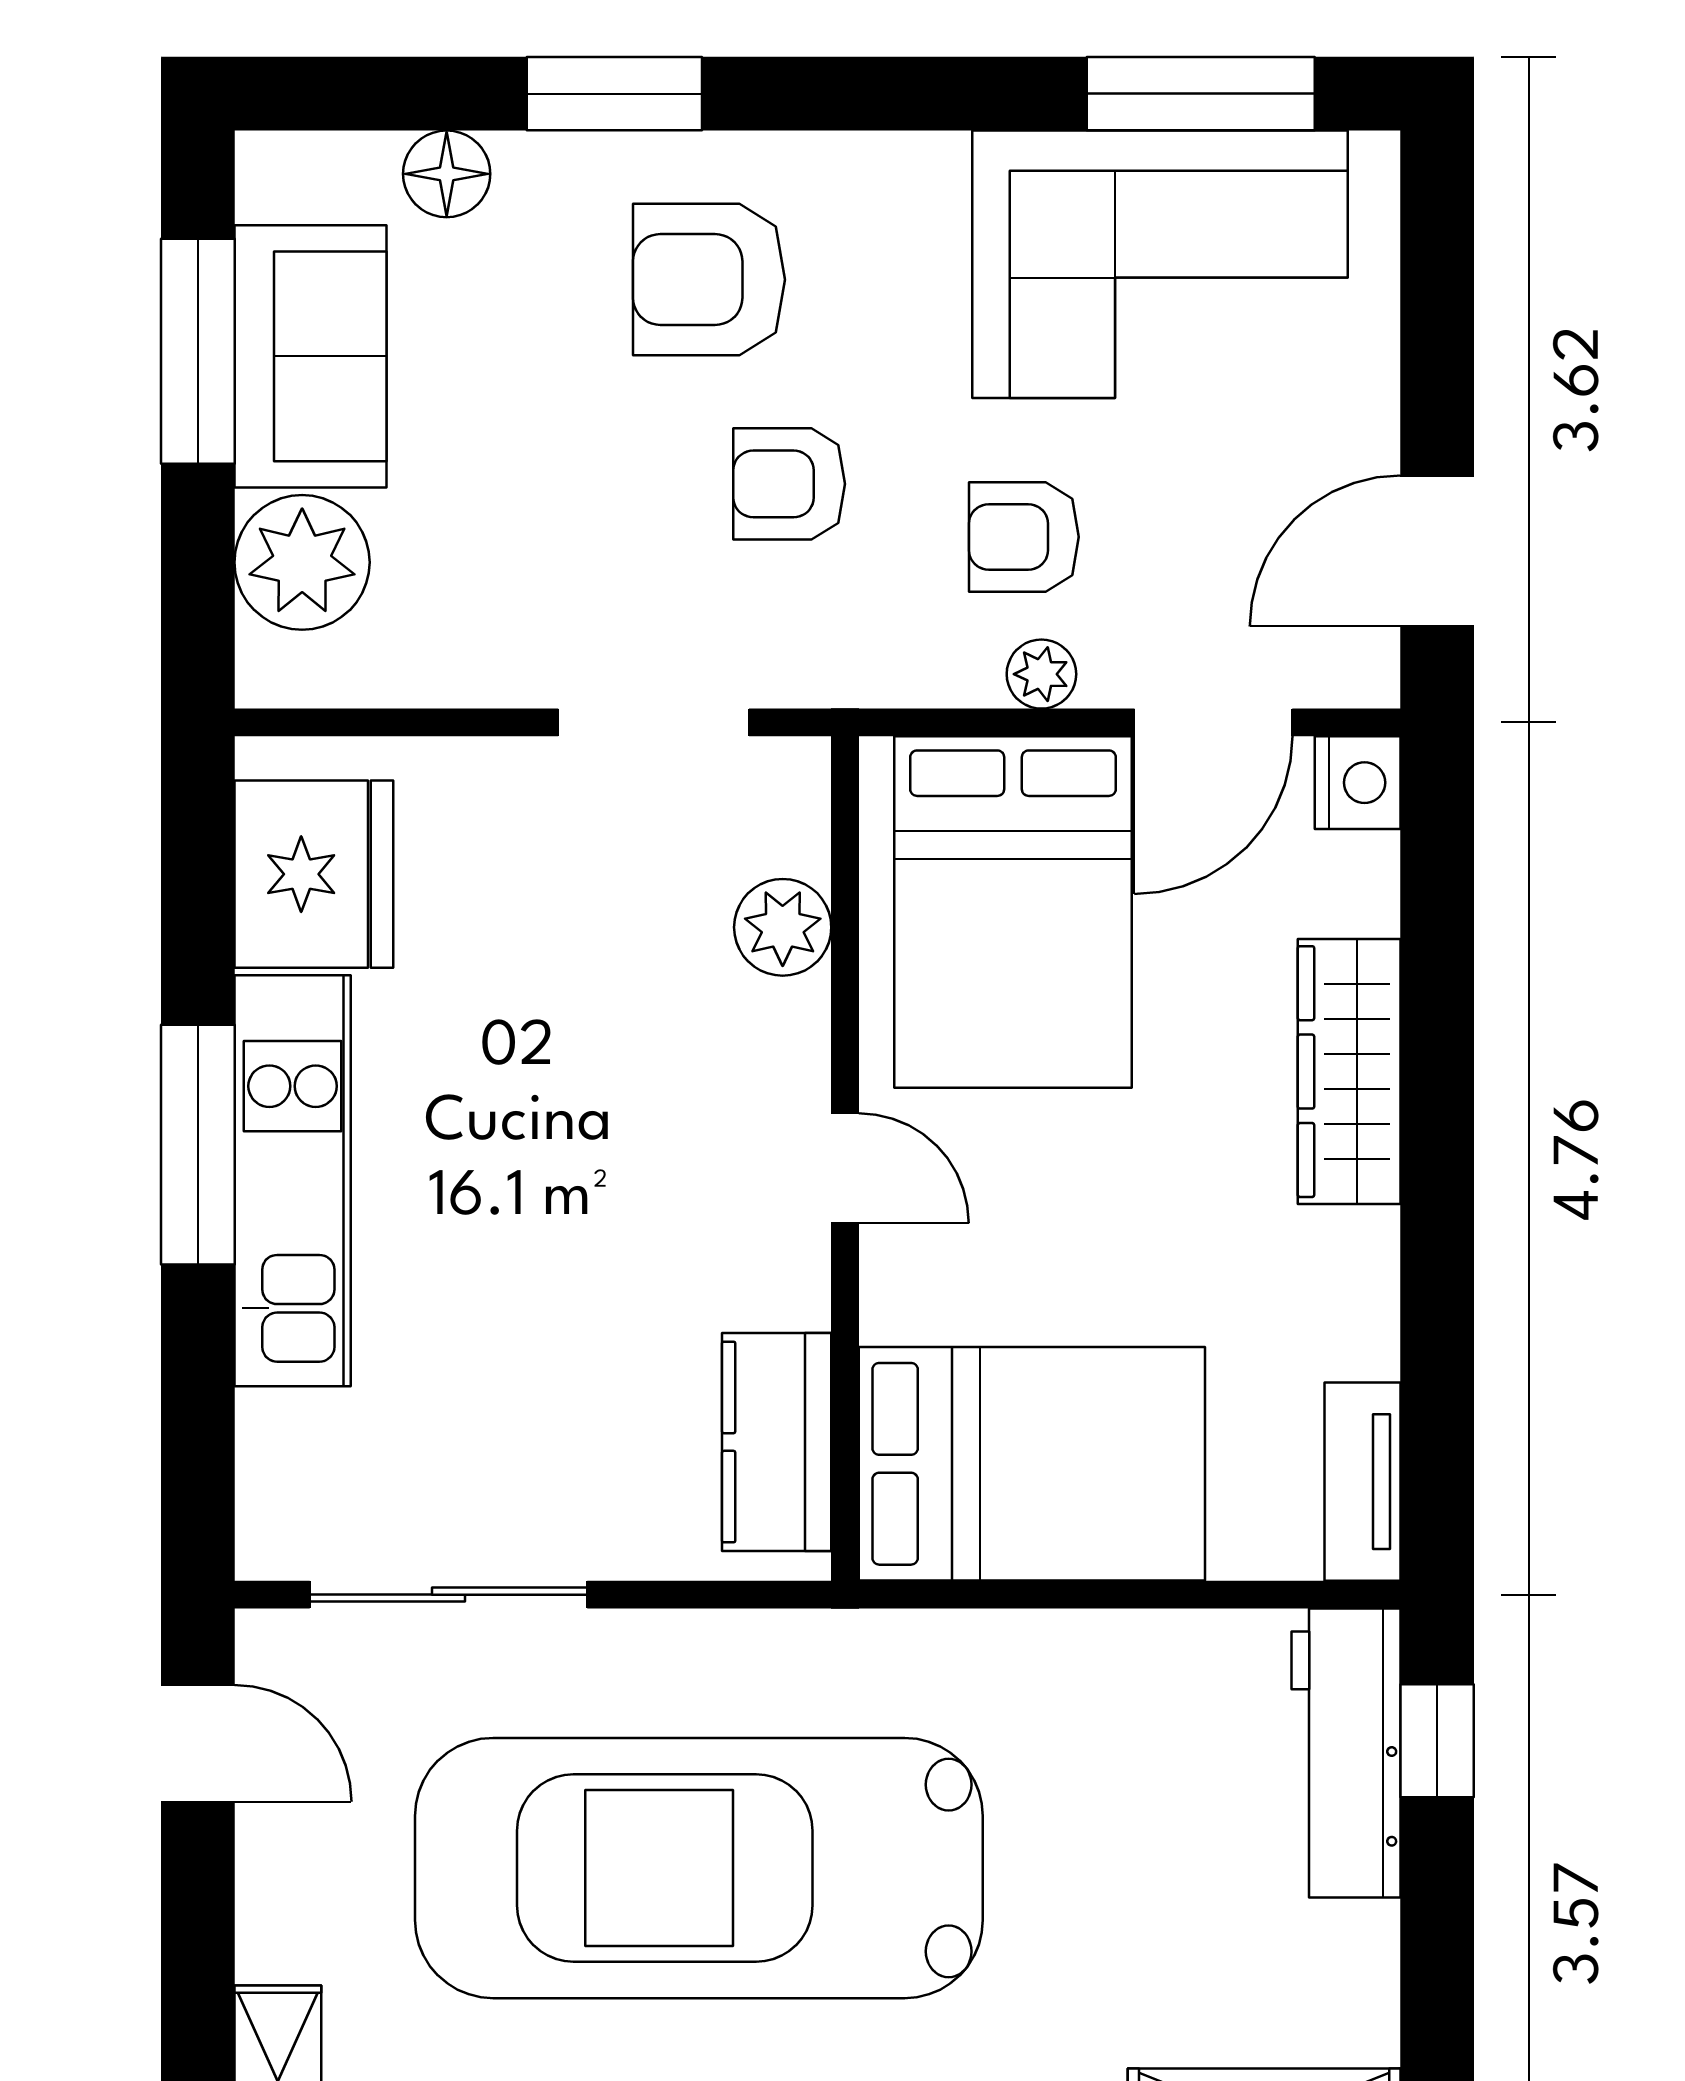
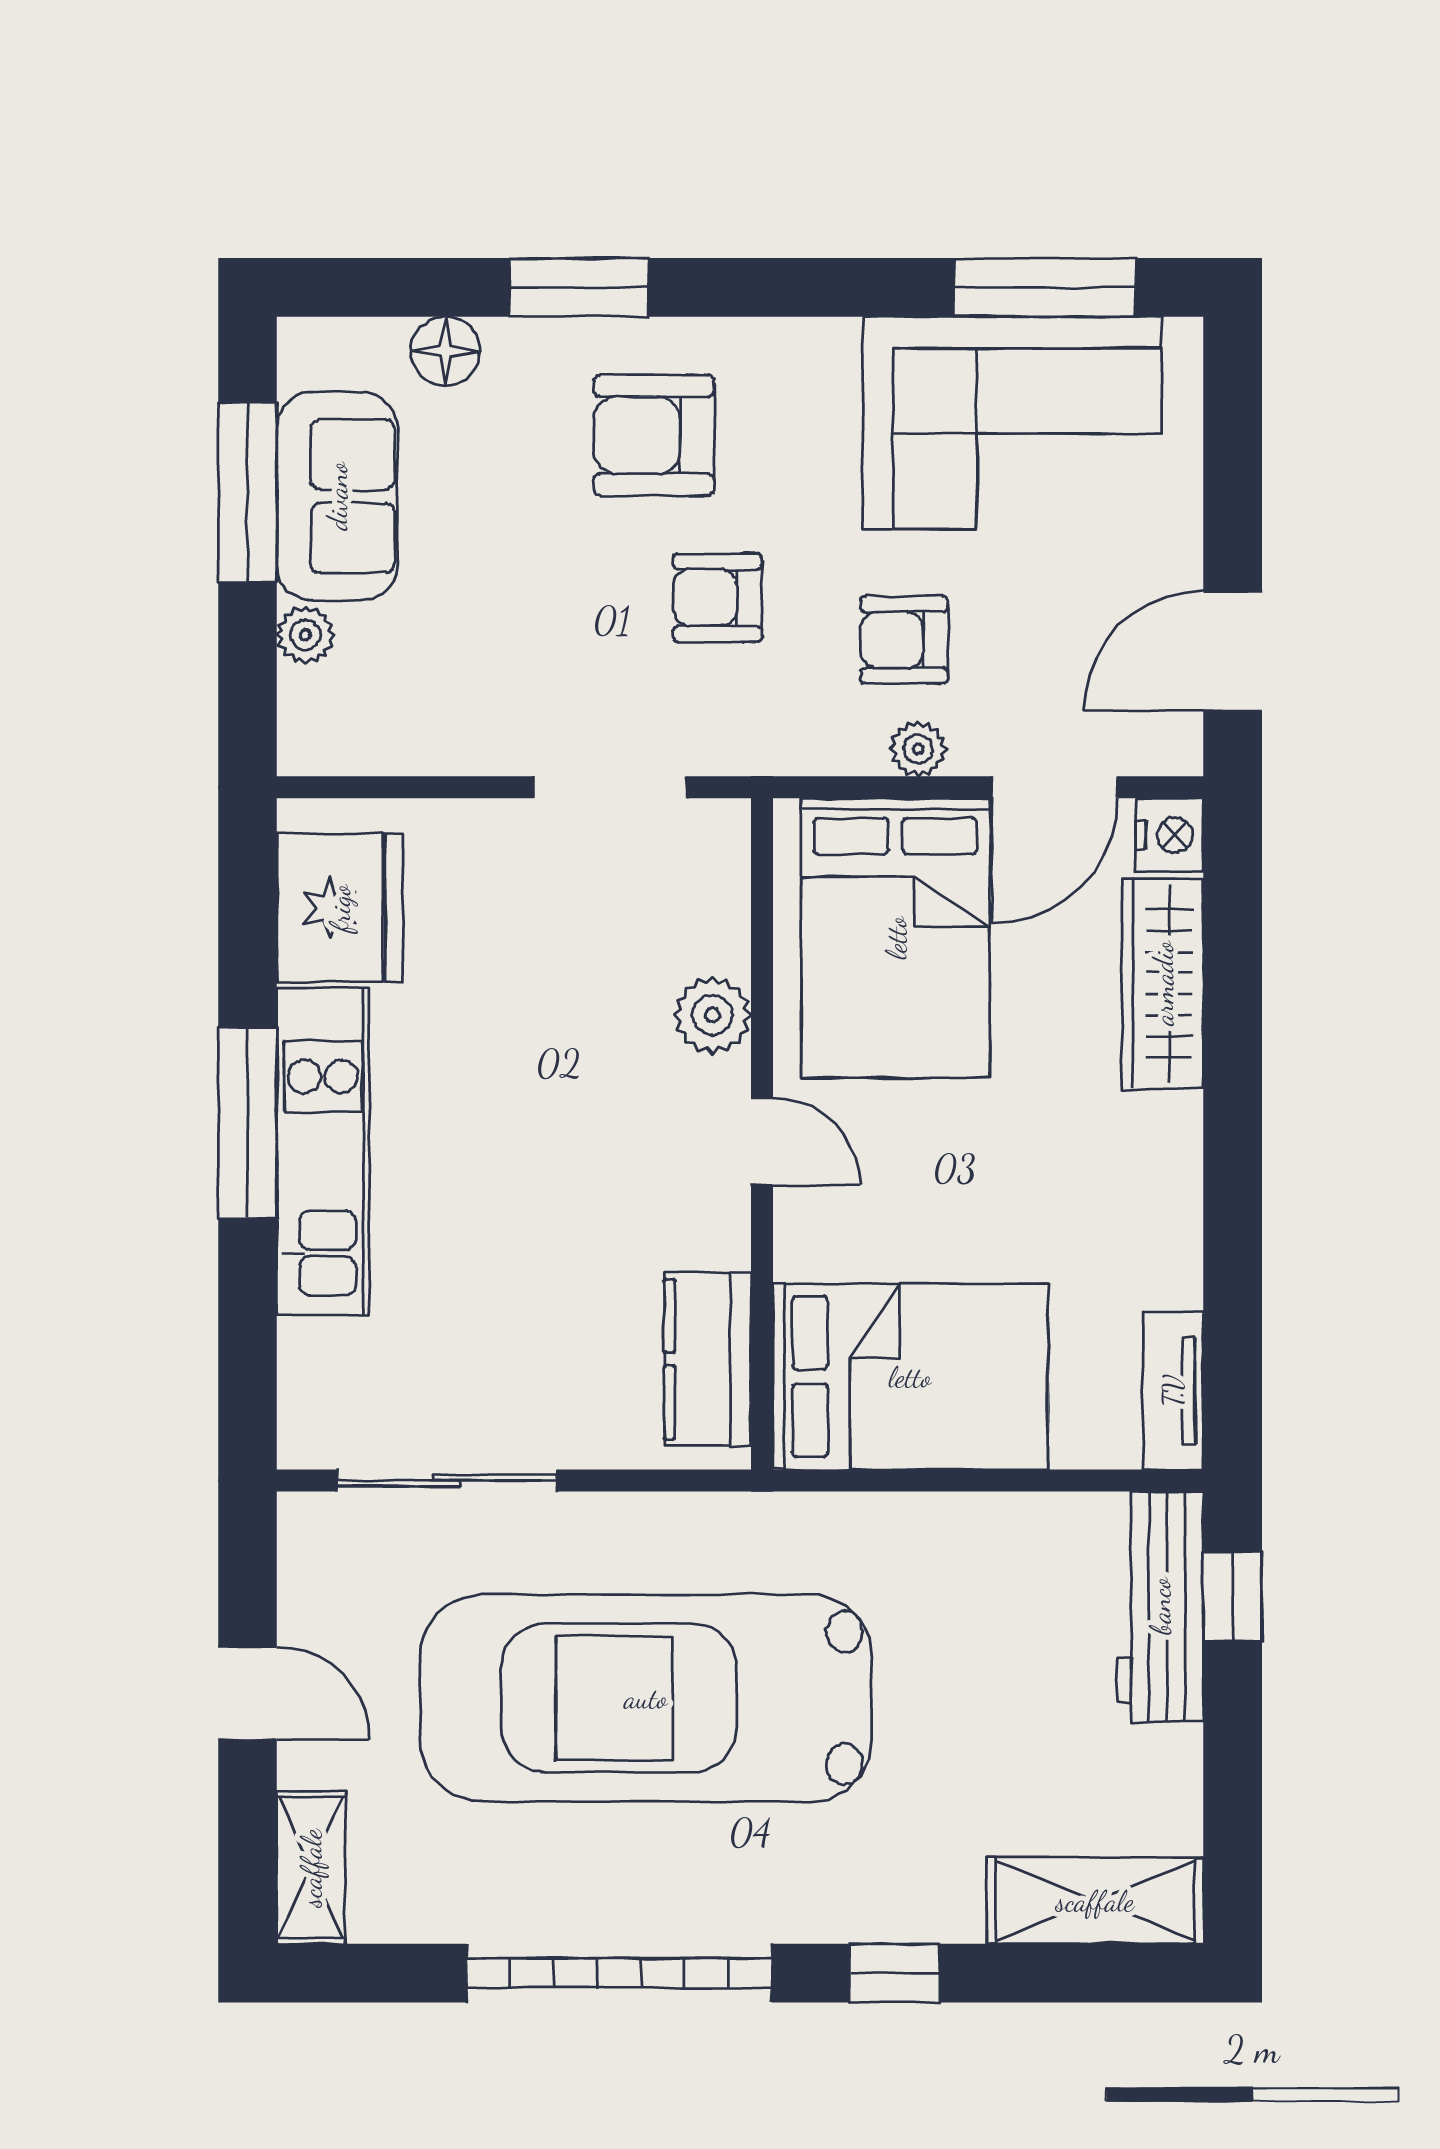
plant: (302, 562) -> (305, 635), width x0.53, depth x0.53
plant: (783, 927) -> (712, 1015), moved
wardrobe: (1349, 1072) -> (1163, 983), moved
door: (198, 1743) -> (248, 1693), moved

